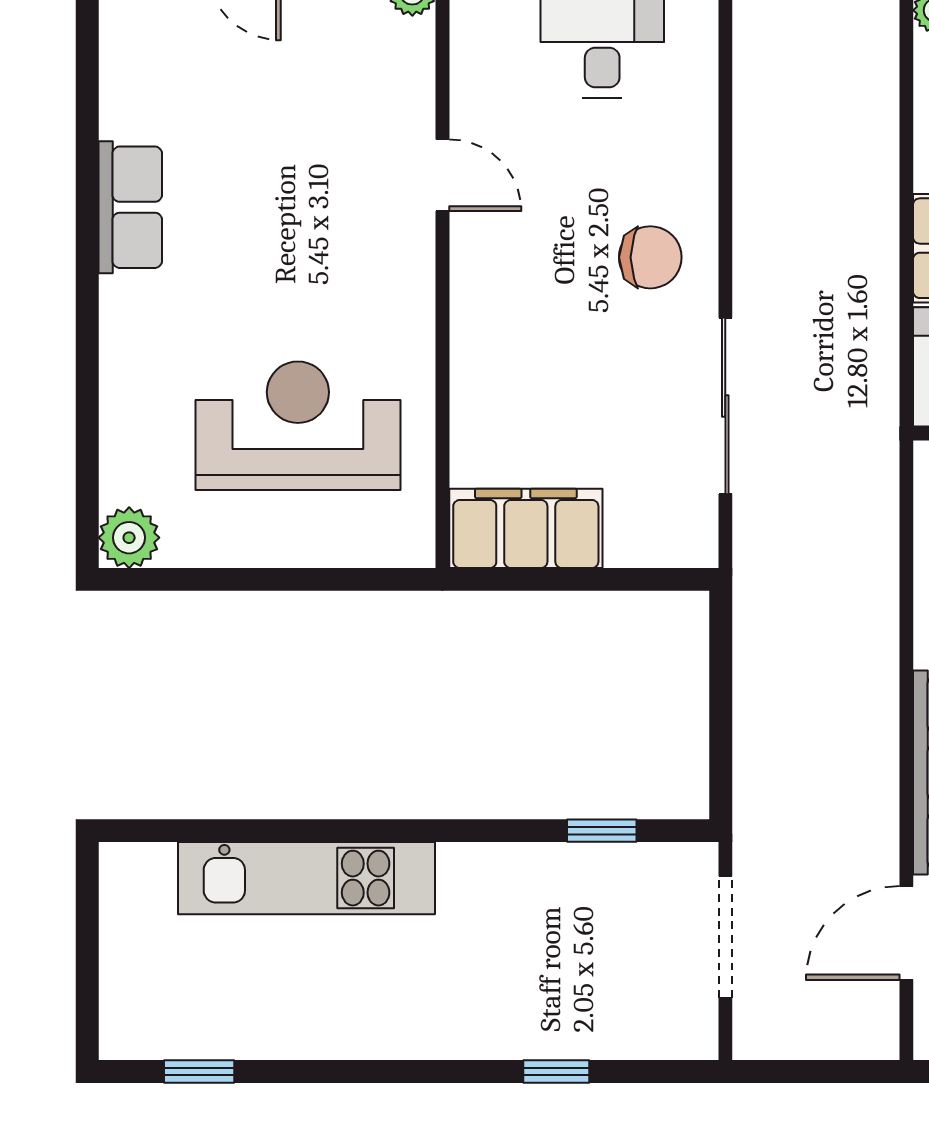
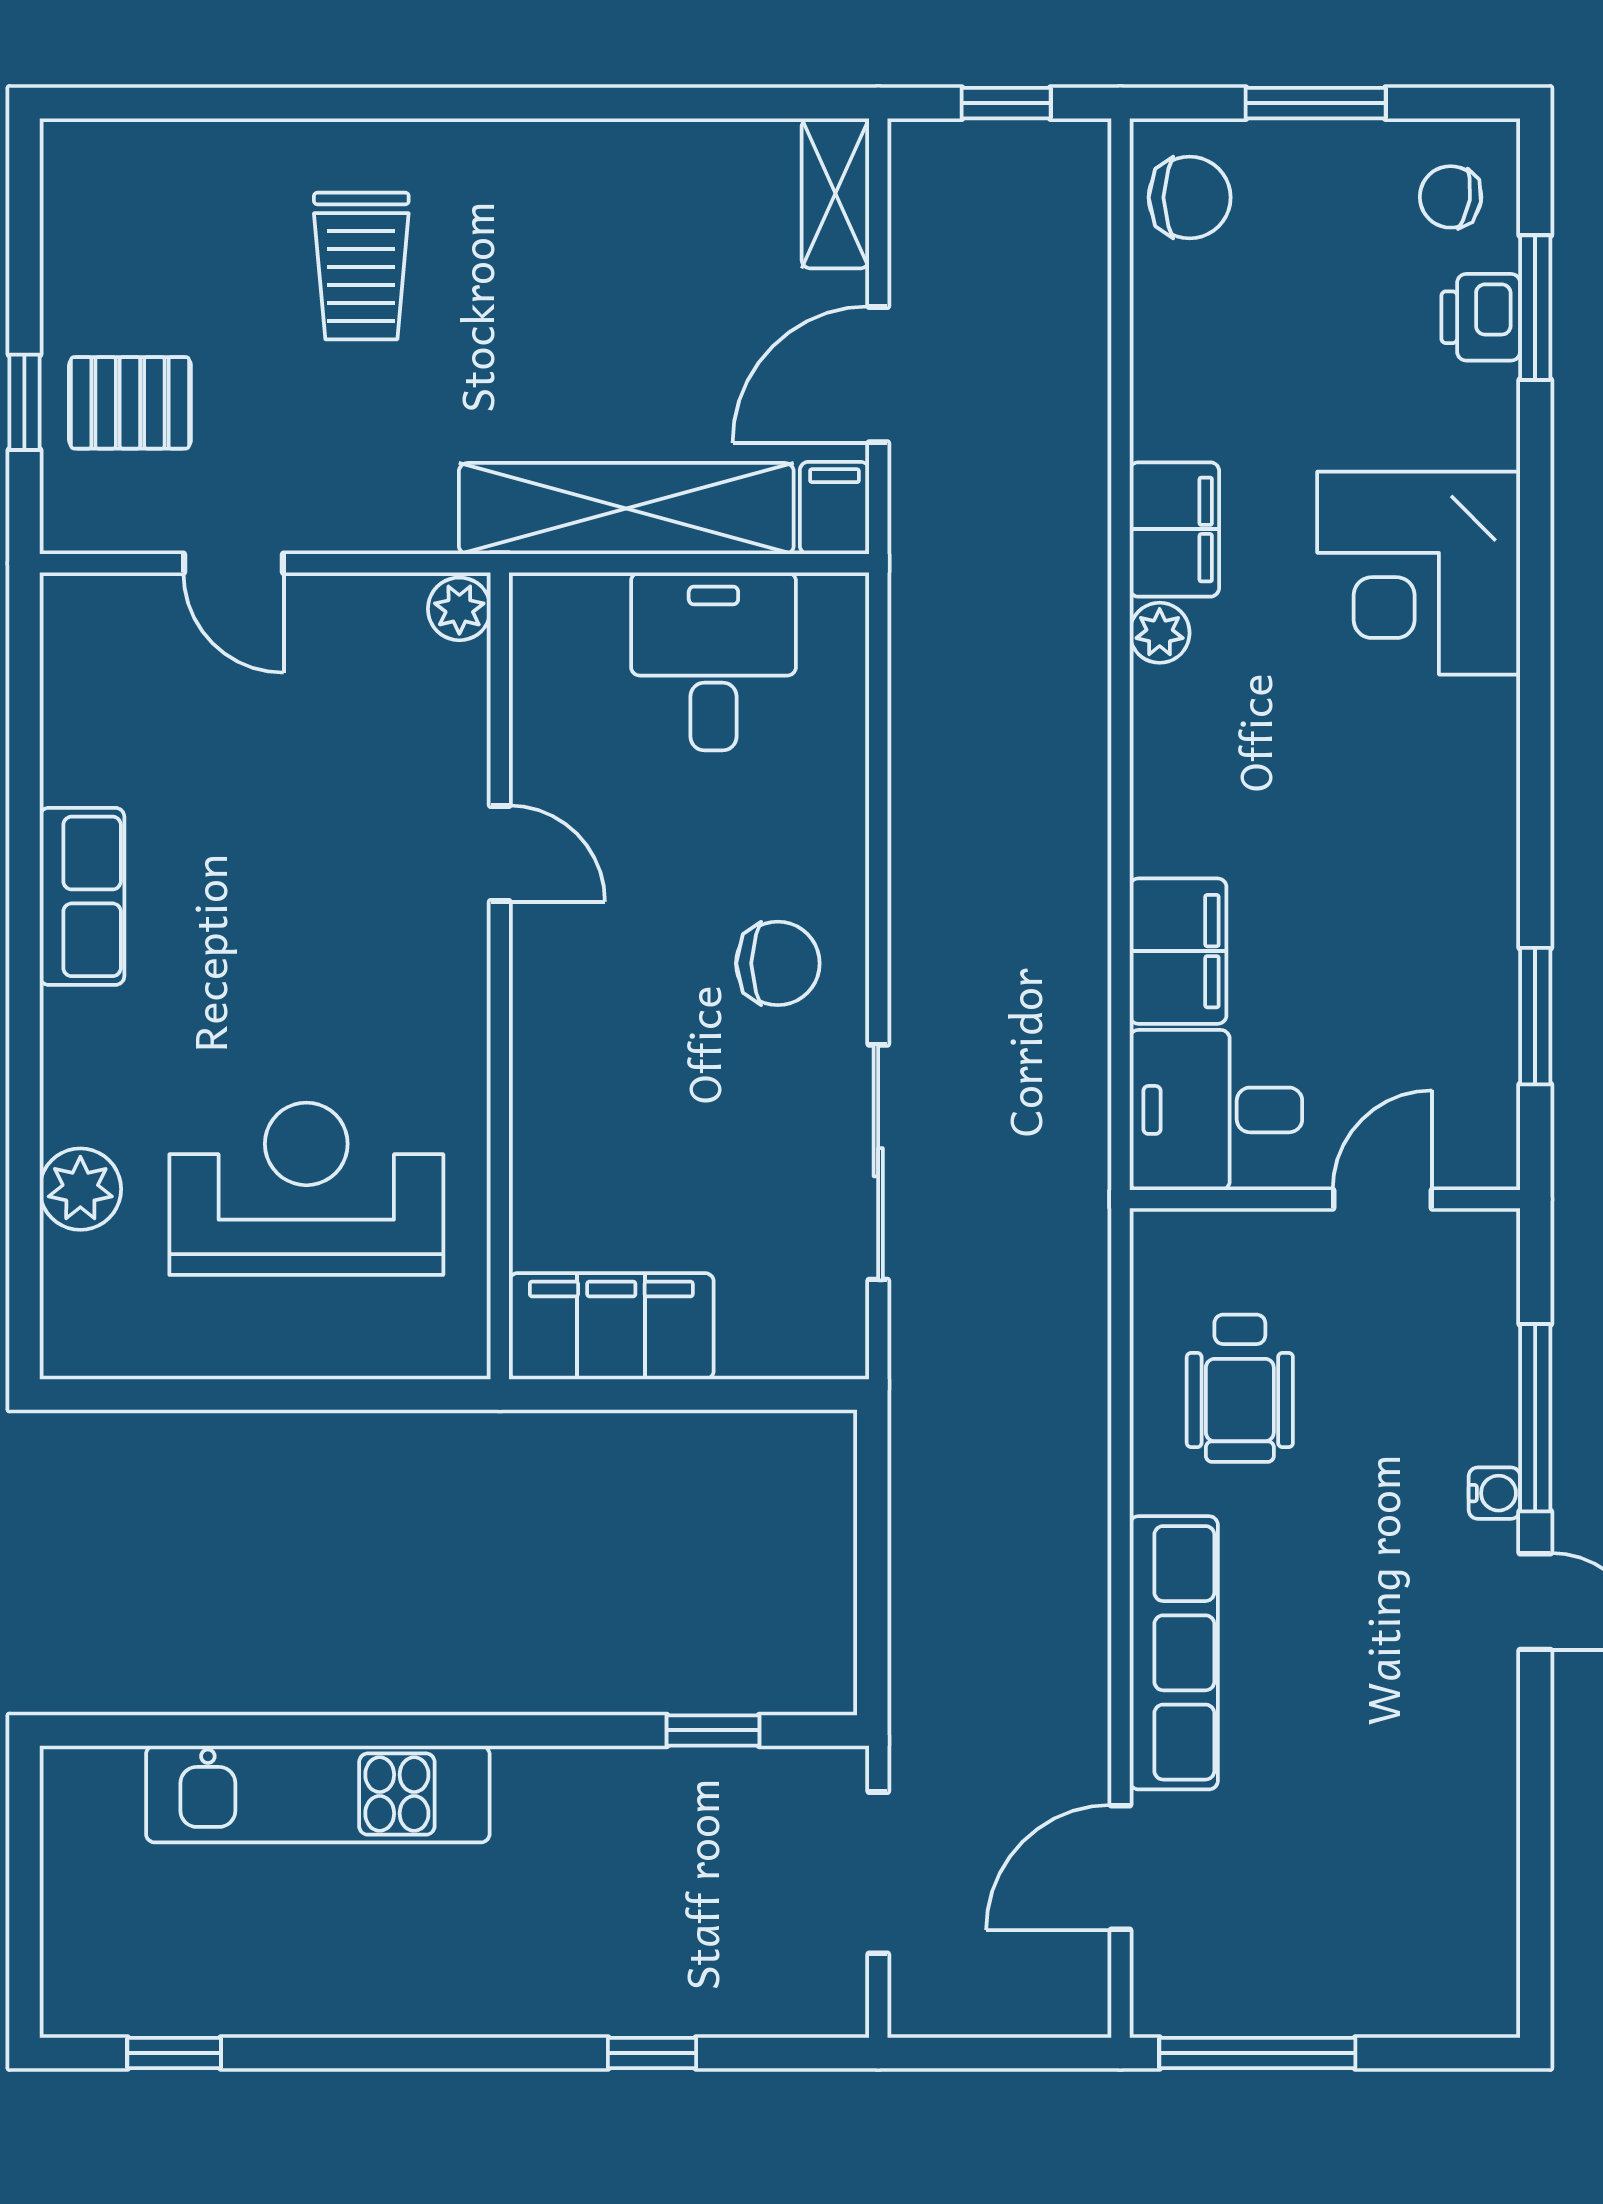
plant: (129, 538) -> (80, 1189), moved

